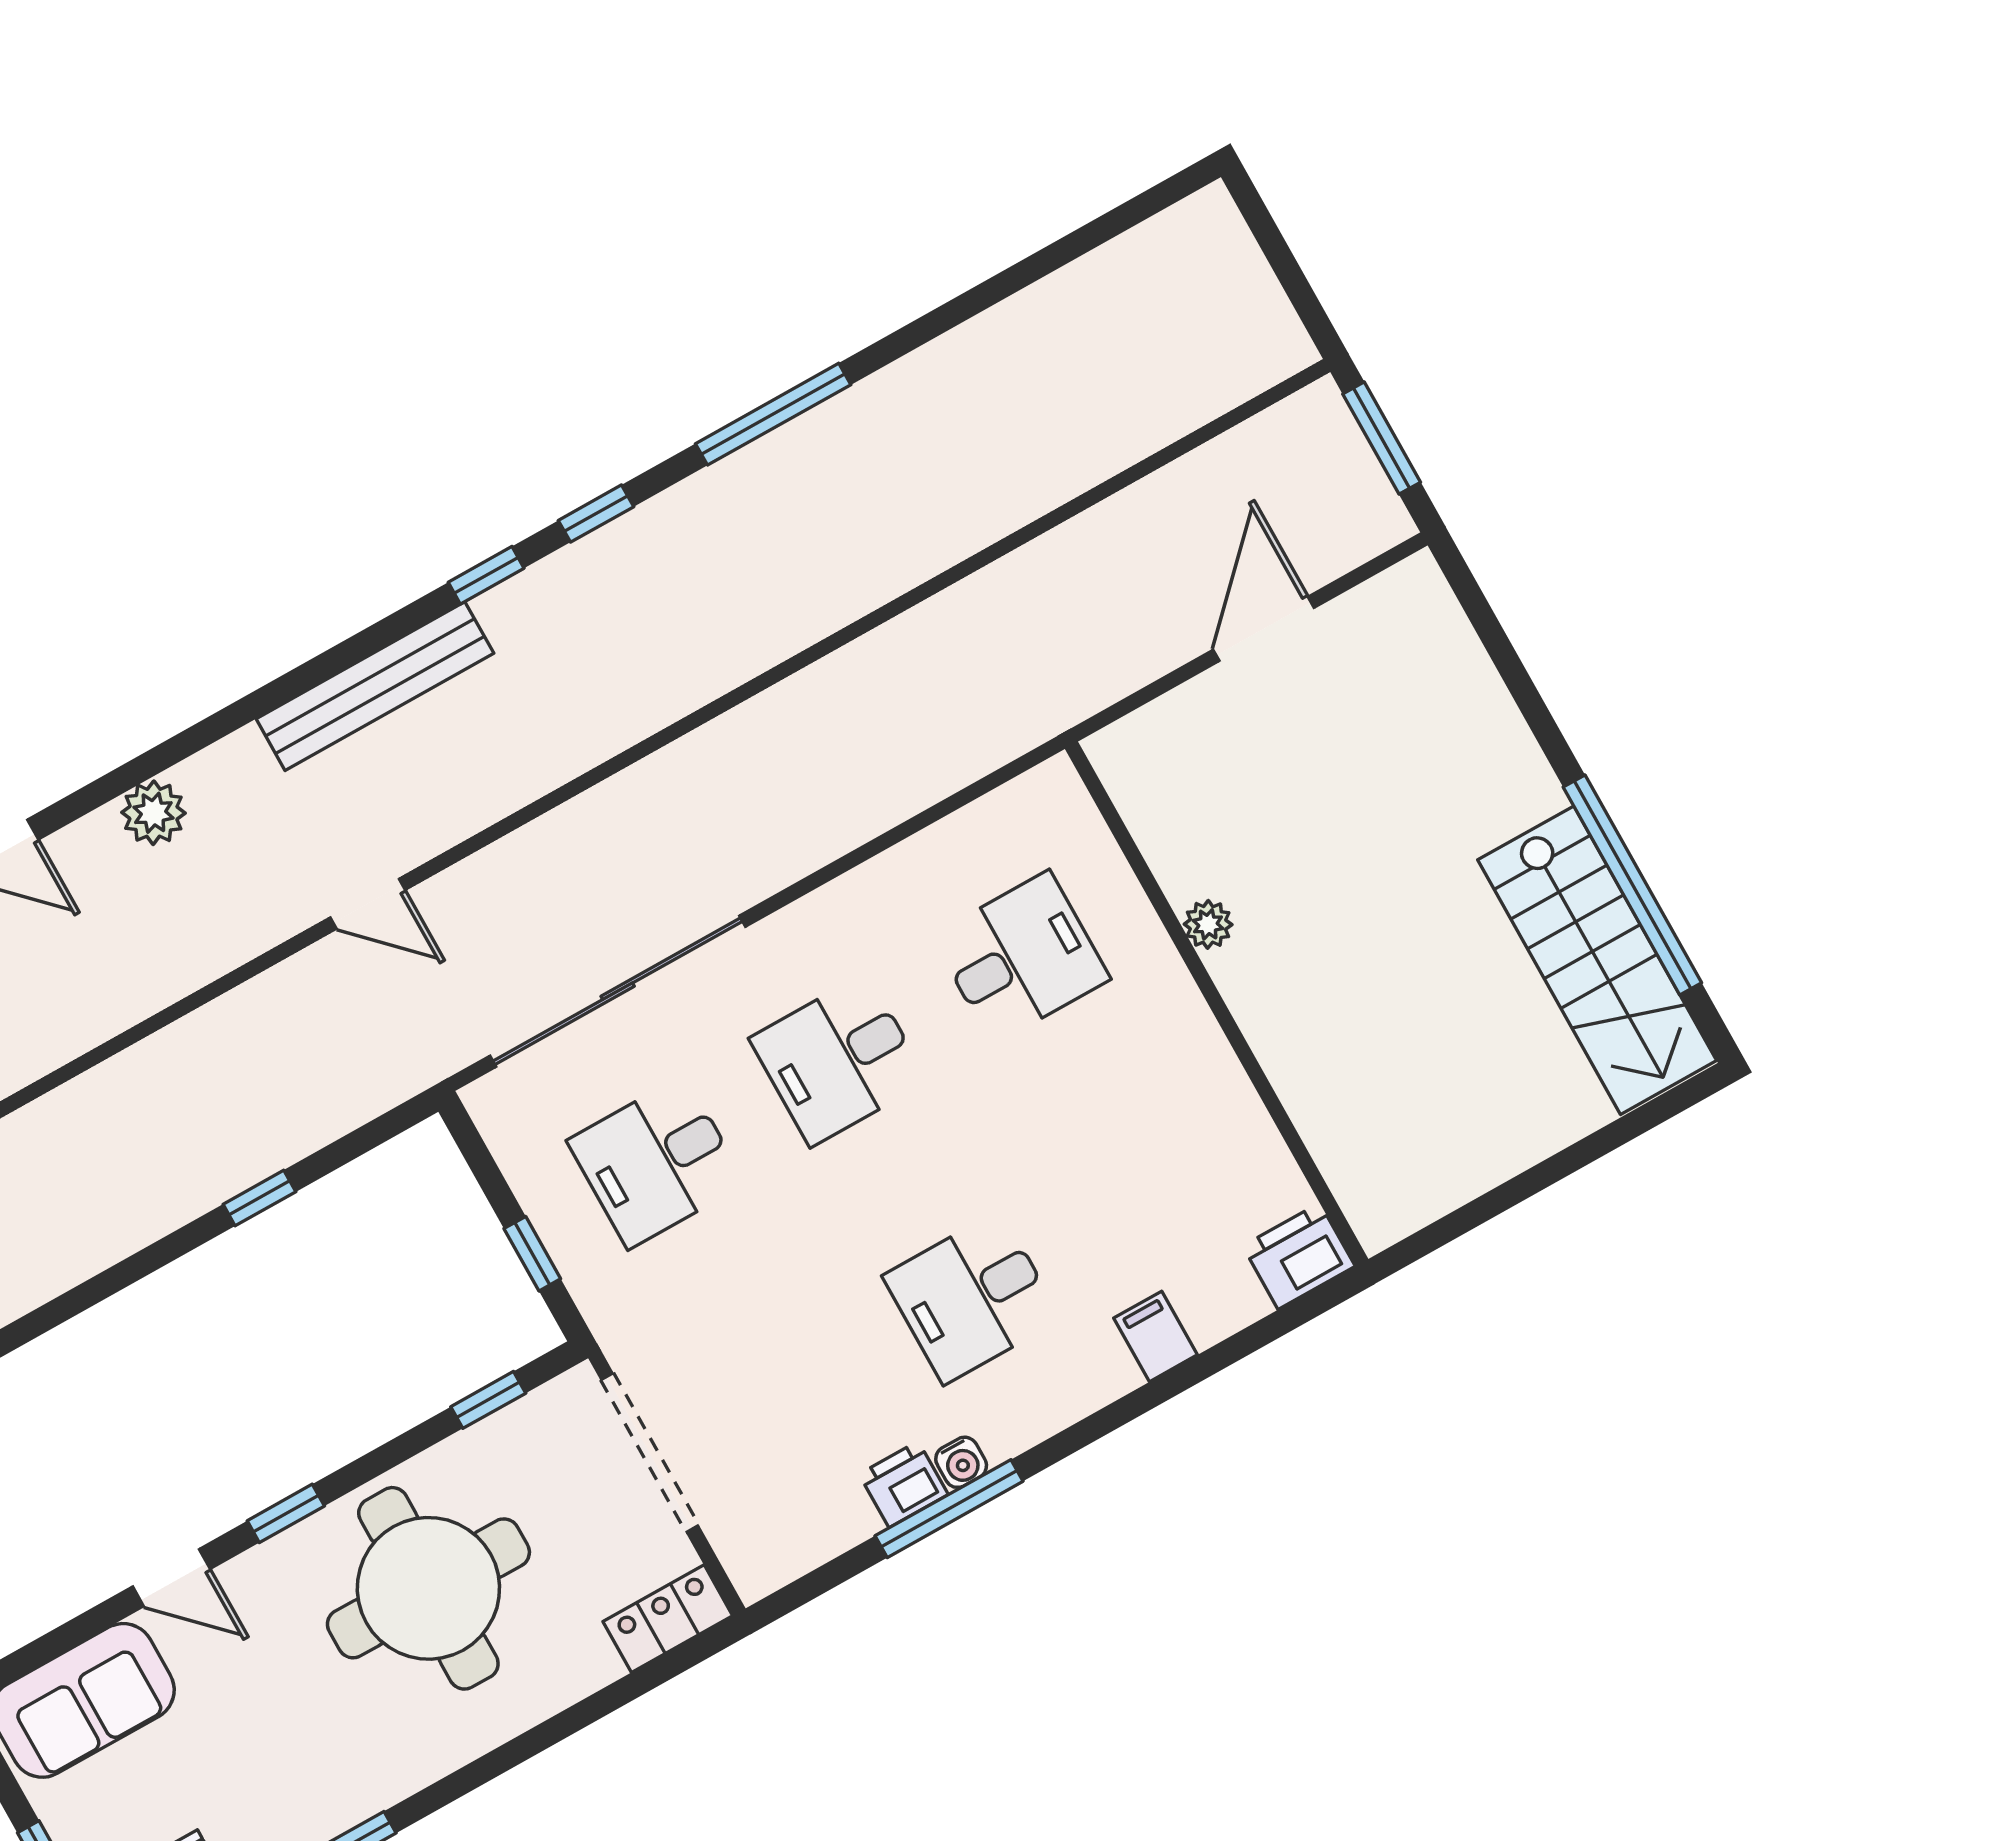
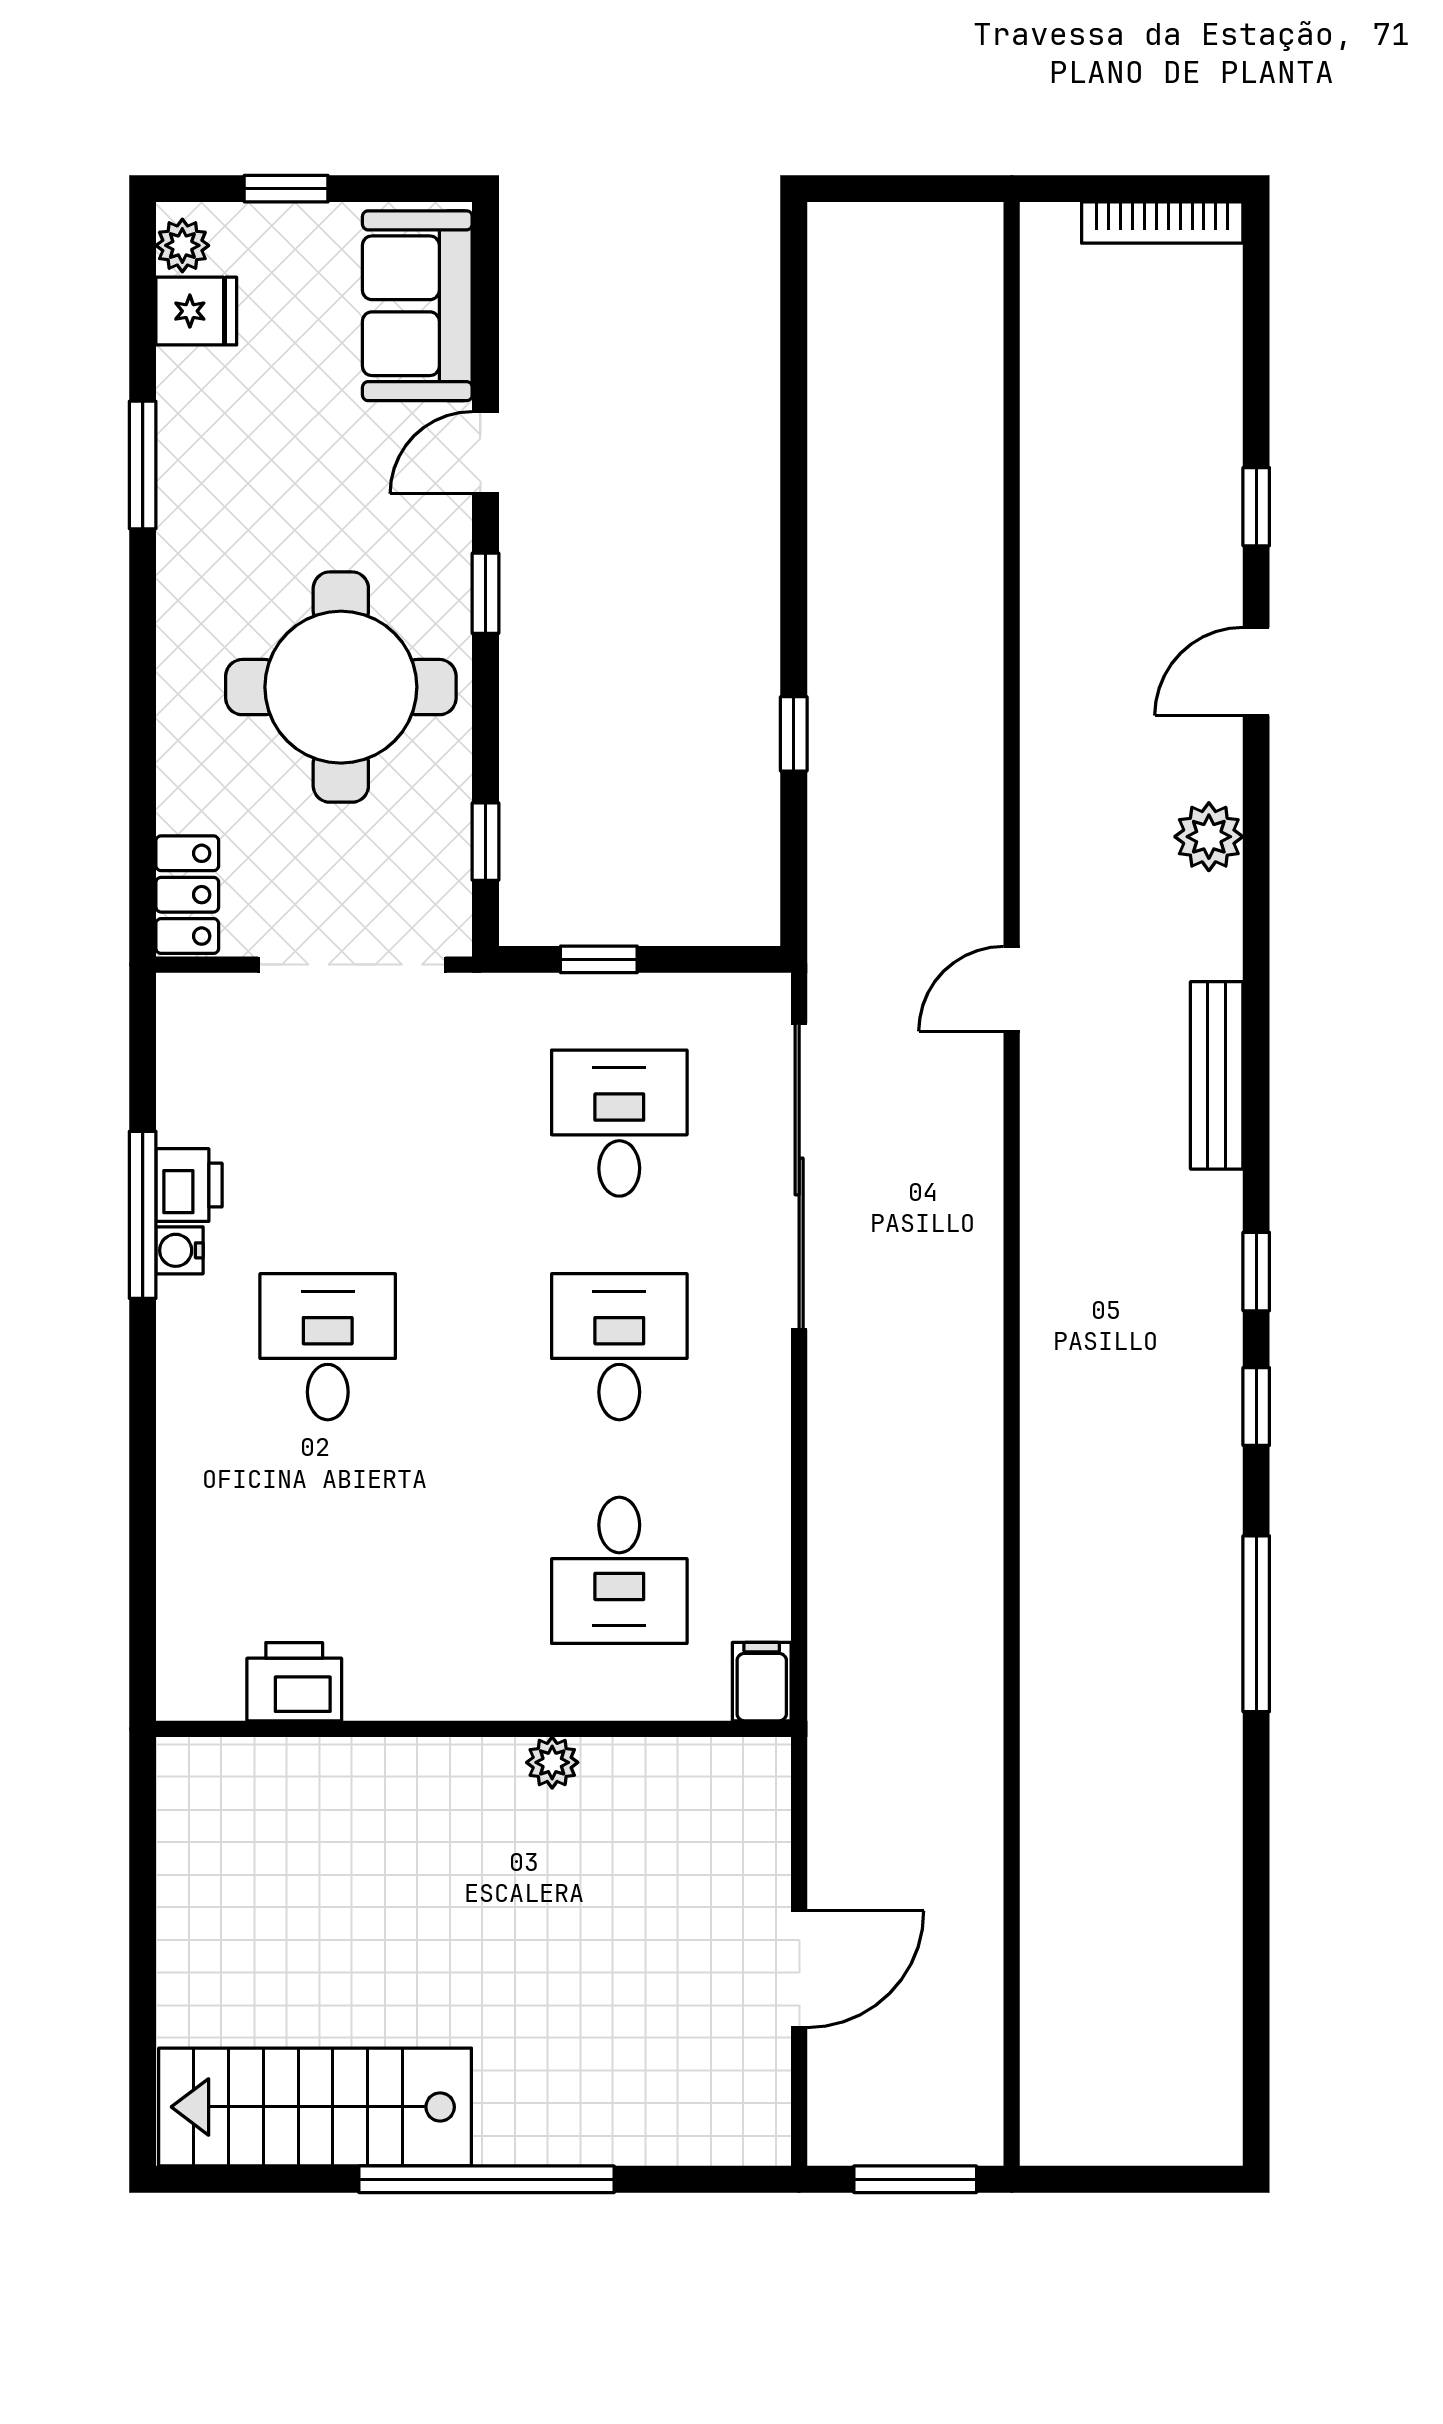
door: (1264, 629) -> (799, 1969), hinge flipped
bench: (375, 686) -> (1217, 1075), width x0.73, depth x0.82
window: (1632, 885) -> (487, 2179), moved
printer: (1299, 1256) -> (294, 1682), moved, turned -90
filing cabinet: (1156, 1336) -> (762, 1682), moved, turned -90

